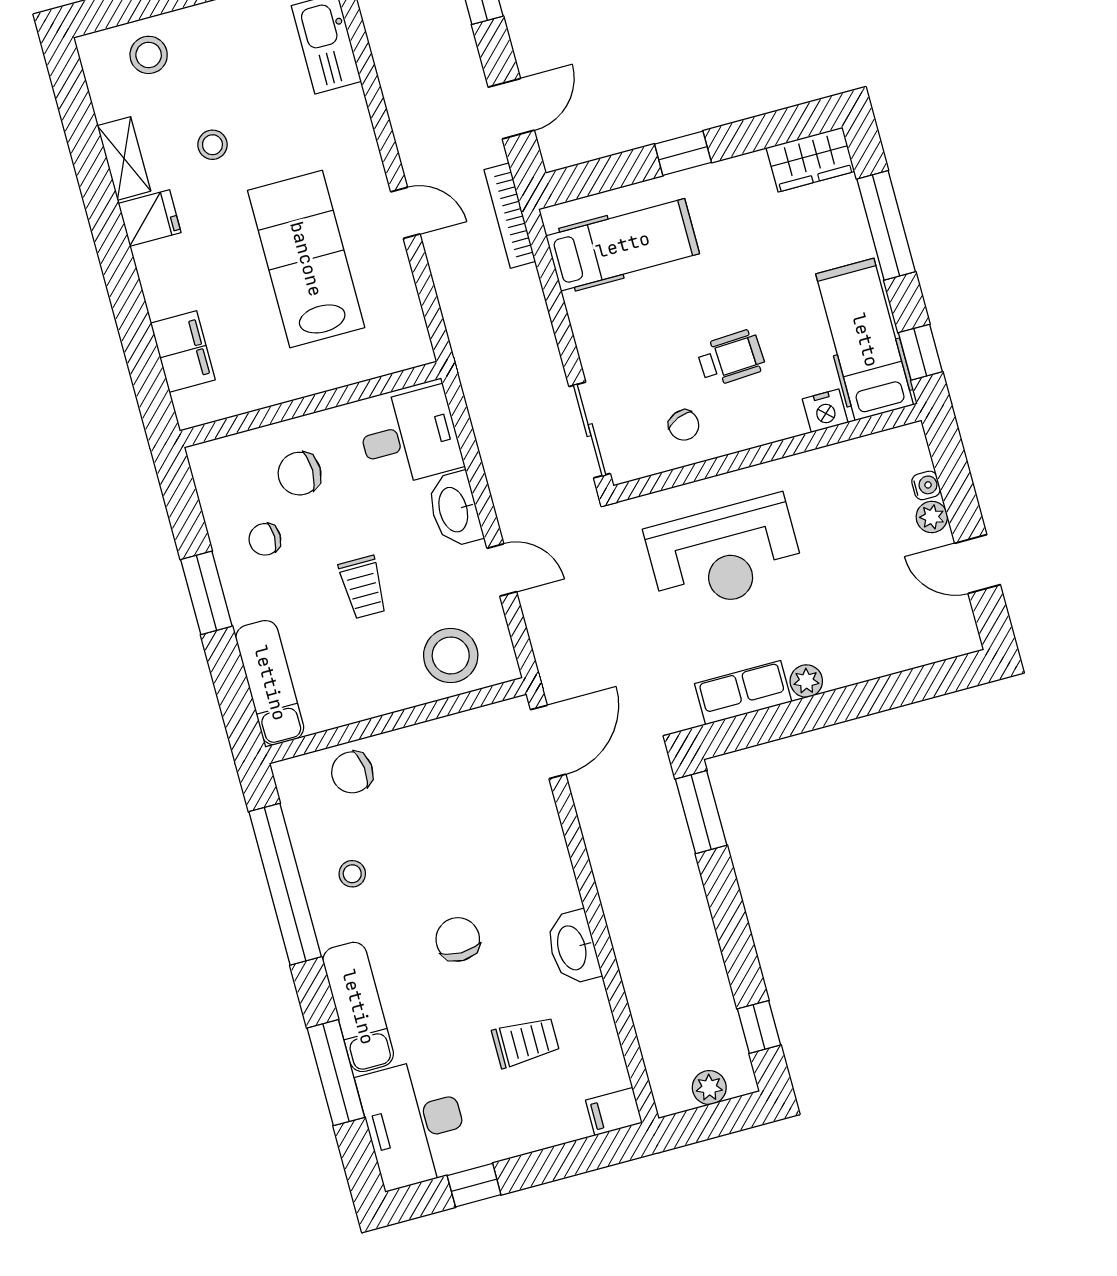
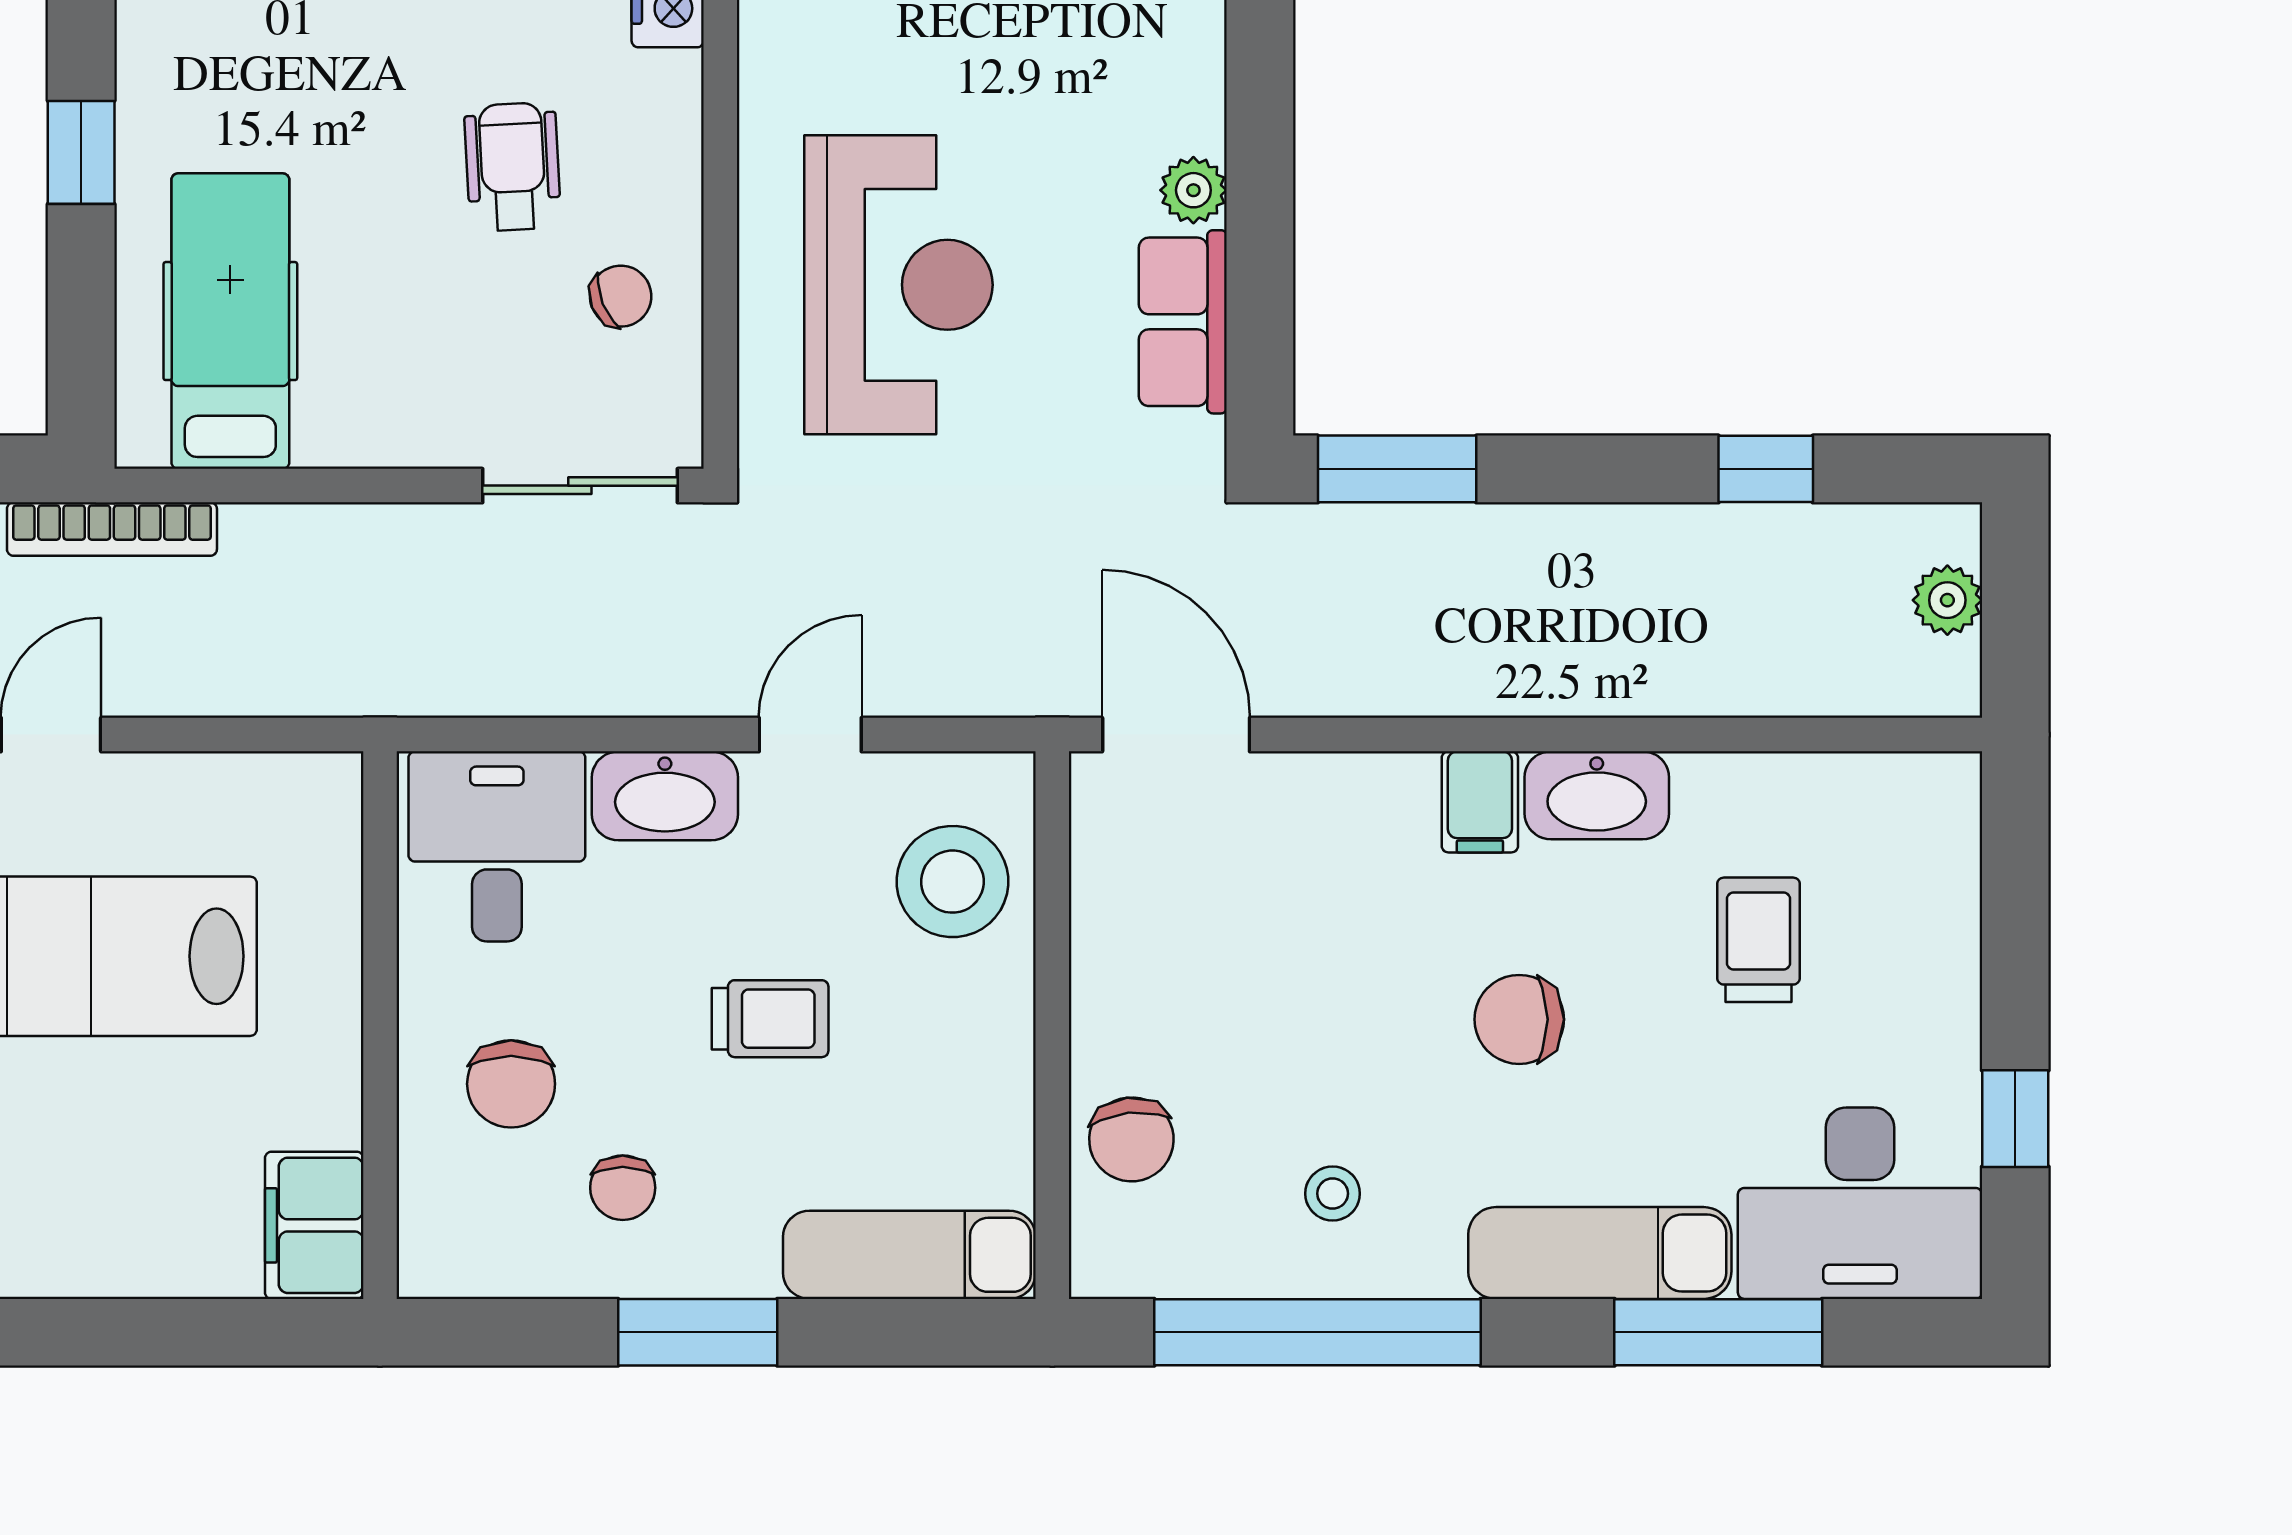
filing cabinet: (183, 352) -> (314, 1225), moved, turned -90
window: (759, 1027) -> (1766, 469), moved
filing cabinet: (614, 1112) -> (1480, 802), moved

